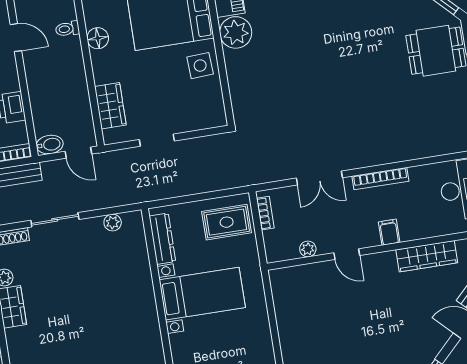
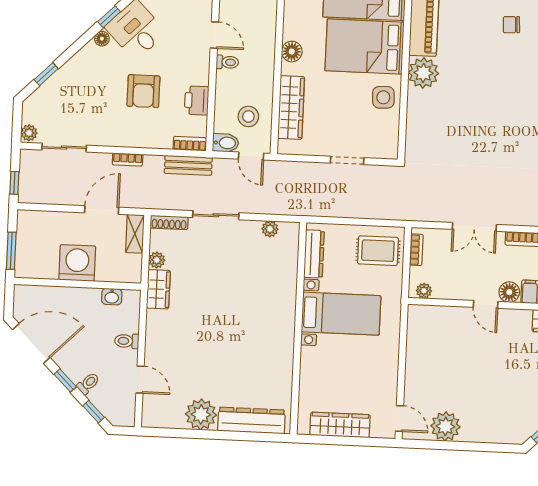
toilet: (67, 29) -> (227, 62), moved, turned 180
wardrobe: (110, 106) -> (291, 107), width x1.50
stool: (67, 113) -> (248, 116), added
doorway: (157, 140) -> (347, 160), moved
floor lamp: (368, 237) -> (509, 292), added
plant: (308, 249) -> (424, 291), moved

